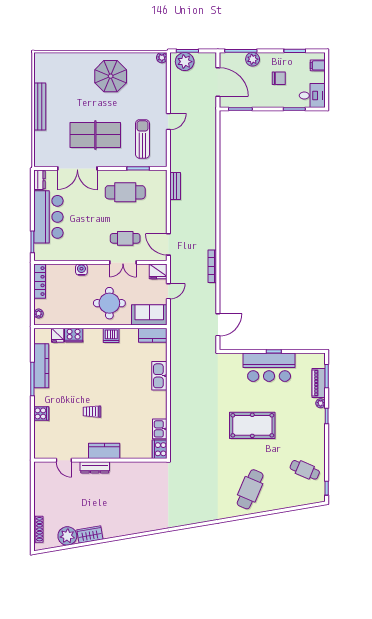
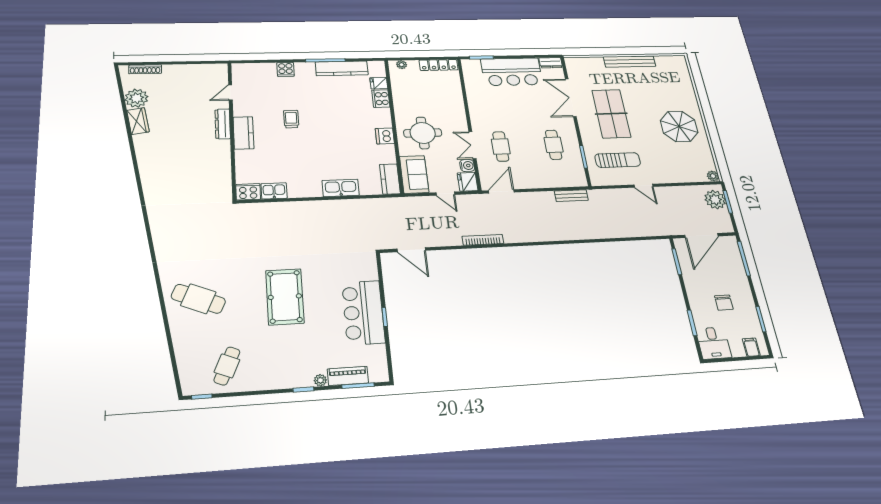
plant: (253, 59) -> (738, 272), removed
cafe table: (125, 192) -> (554, 145), width x0.73, depth x0.74
water cooler: (81, 270) -> (467, 166), moved

